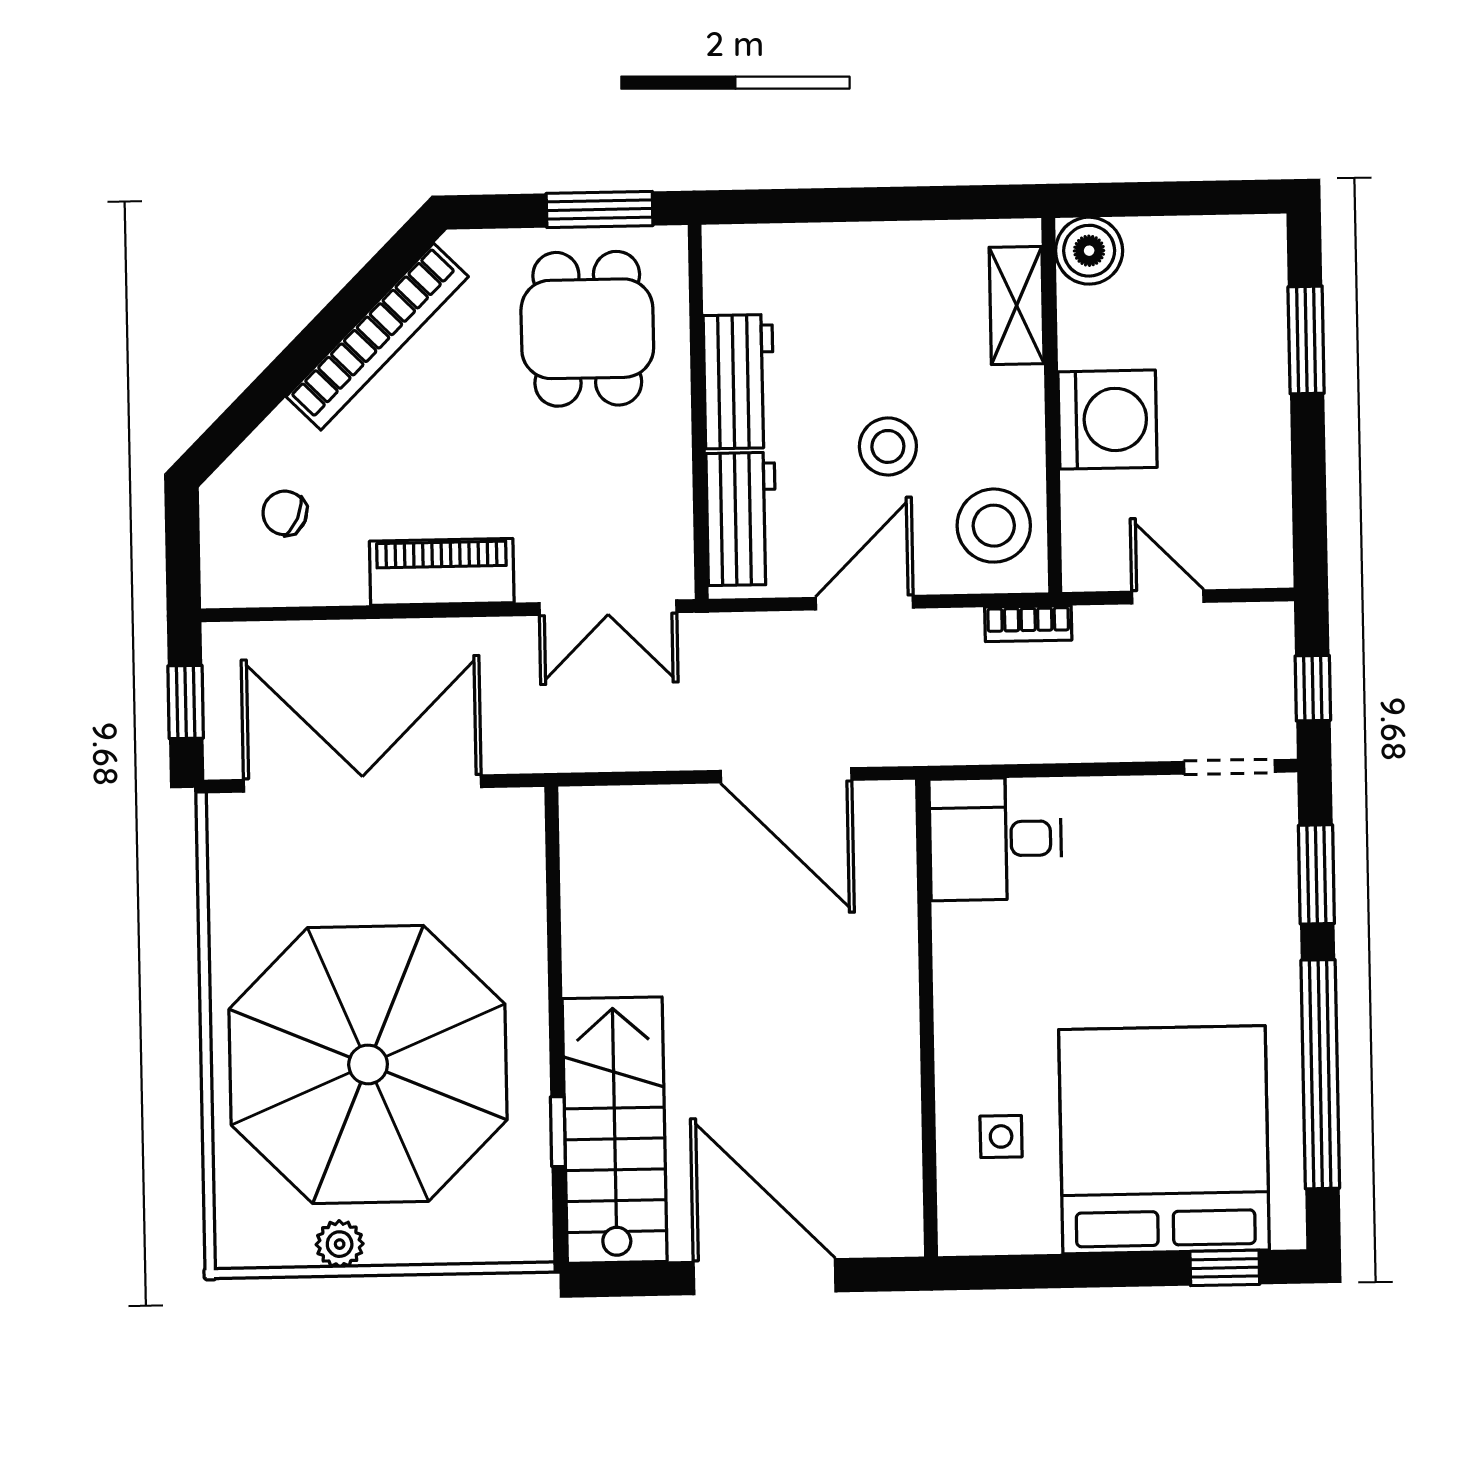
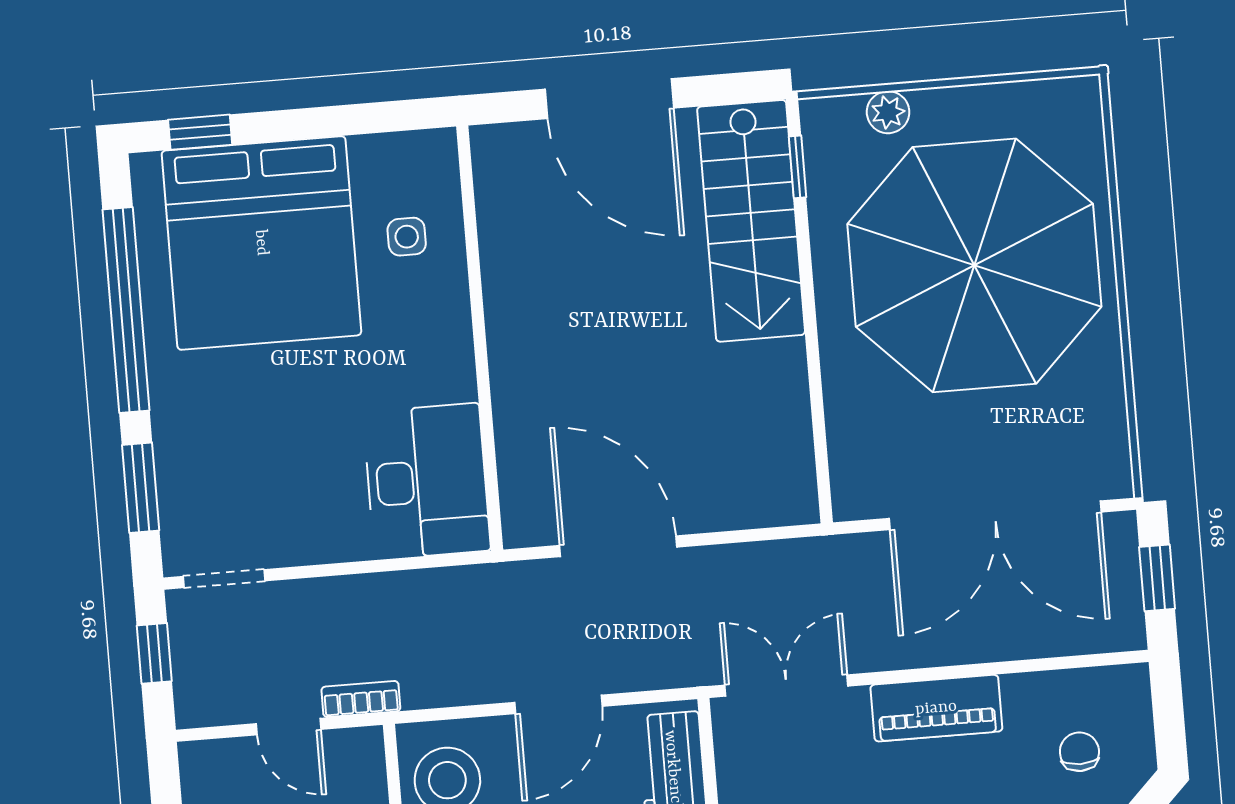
chair: (285, 513) -> (1079, 752), turned -114
bookcase: (1028, 624) -> (361, 699), moved
desk: (995, 839) -> (427, 481), width x1.37
window: (558, 1132) -> (798, 167), moved
plant: (340, 1244) -> (888, 112), moved

